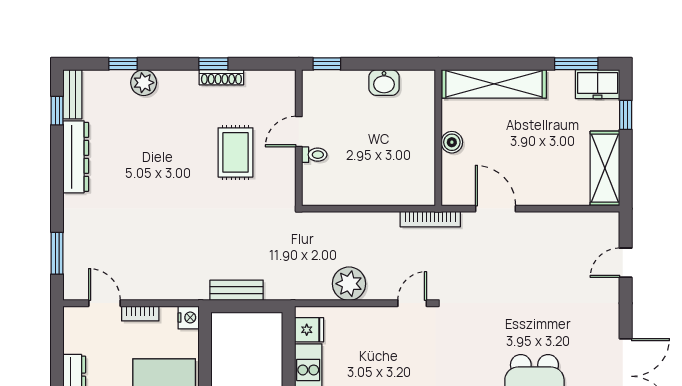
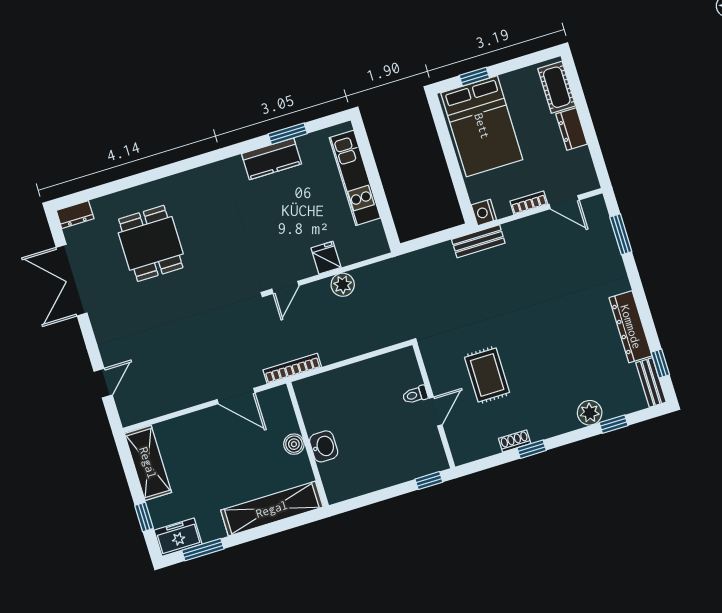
shoe rack: (221, 77) -> (515, 441), width x0.70
washbasin: (384, 83) -> (324, 446), moved, turned 90
plant: (349, 284) -> (343, 285), width x0.73, depth x0.73
bench: (237, 290) -> (478, 241), moved
fridge: (309, 330) -> (326, 258), moved, turned 90

